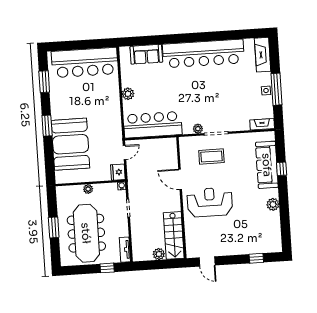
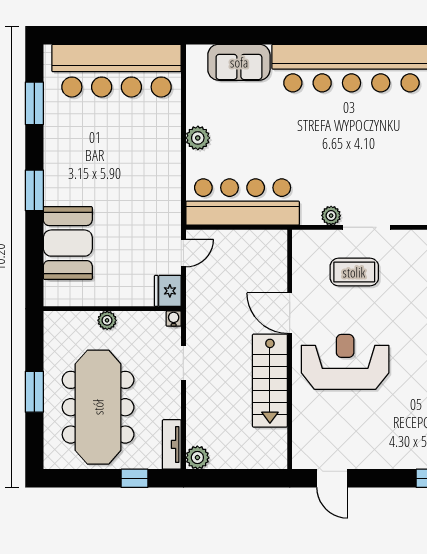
booth: (71, 144) -> (68, 243), width x0.73, depth x0.70
stairs: (174, 235) -> (270, 381), moved
plant: (159, 254) -> (197, 458), moved

